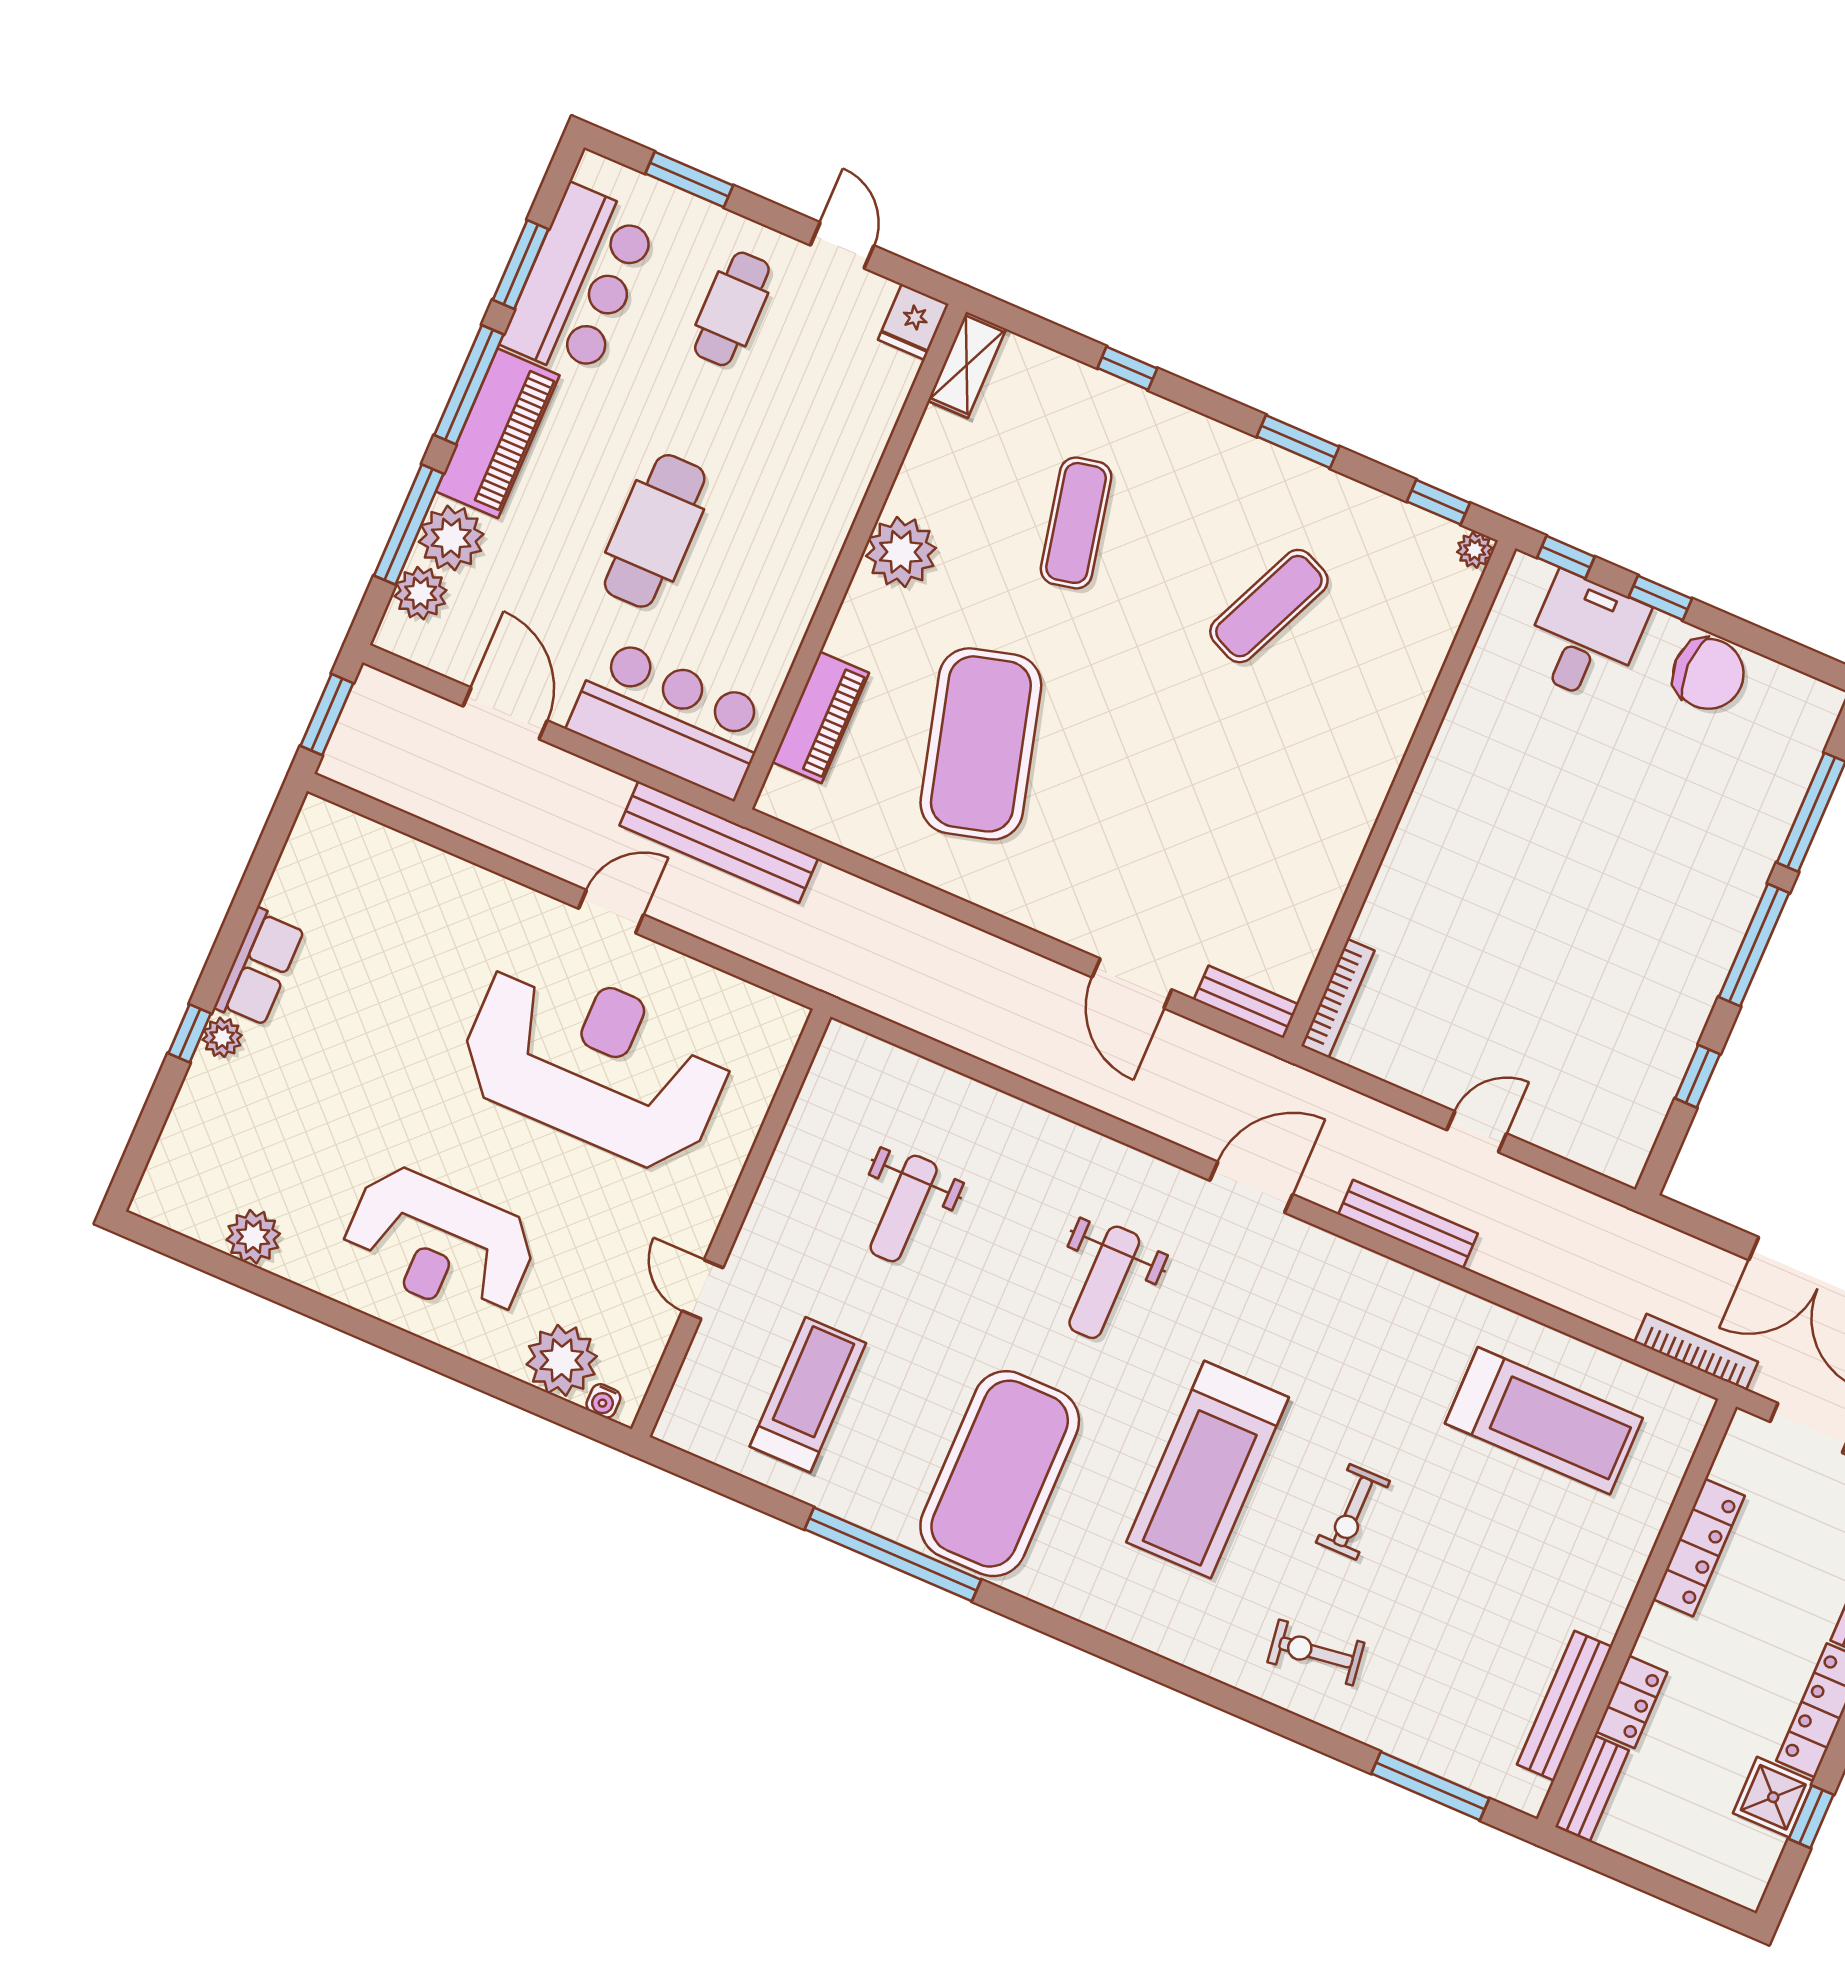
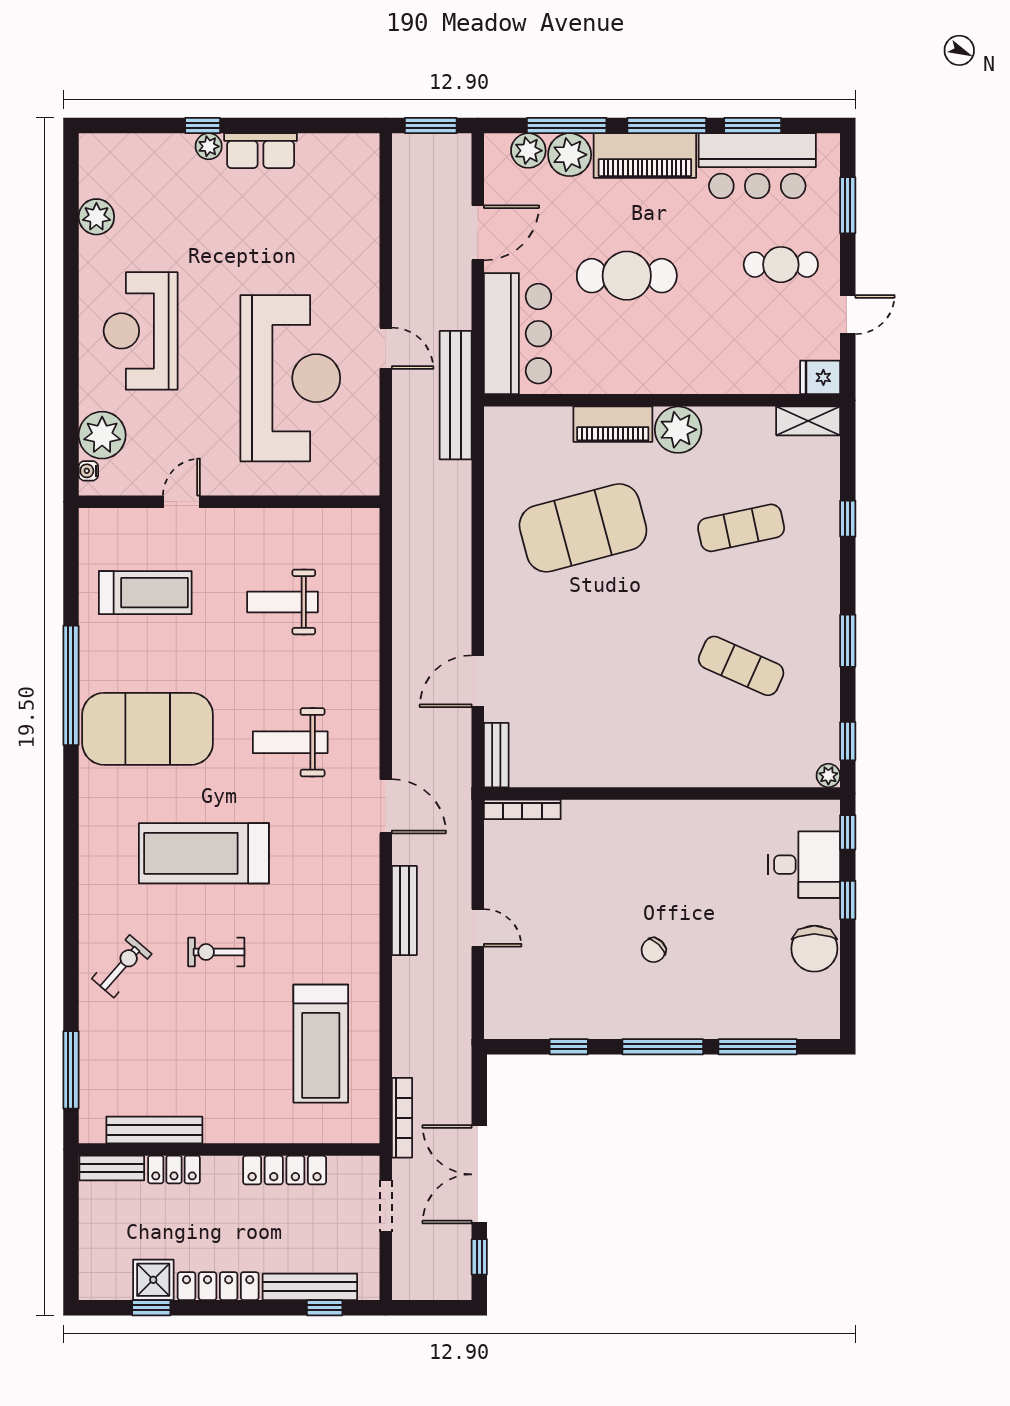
piano: (820, 717) -> (613, 424), moved
chair: (1614, 900) -> (654, 950), added
exercise bike: (1316, 1652) -> (122, 966), turned 49

